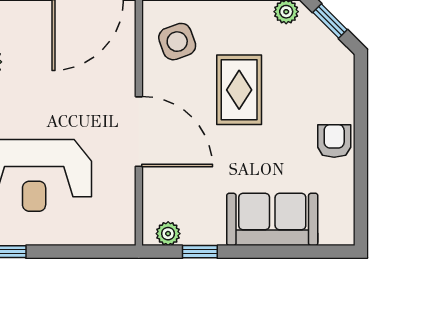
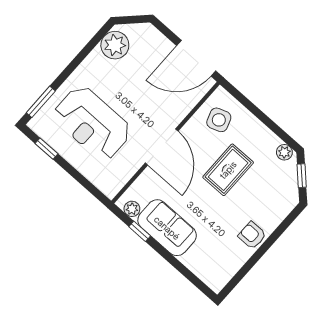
armchair: (334, 141) -> (252, 235), turned -90
sofa: (272, 219) -> (167, 228), moved

